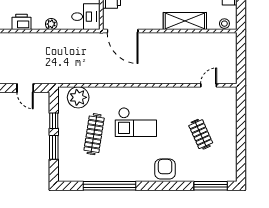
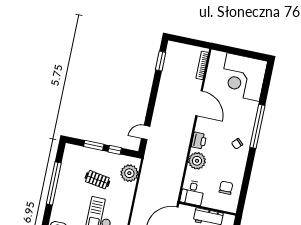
plant: (51, 24) -> (197, 161), width x1.88, depth x1.88
clothes rail: (94, 134) -> (97, 180), width x0.73

